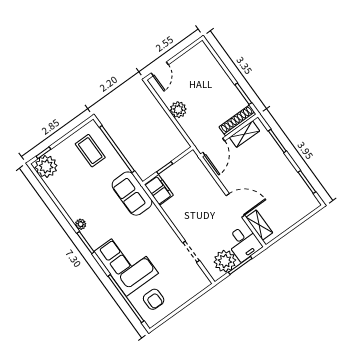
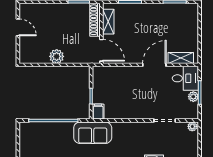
door: (160, 69) -> (18, 27), moved
coffee table: (90, 151) -> (41, 140), removed
filing cabinet: (159, 190) -> (98, 112), width x0.50
plant: (225, 261) -> (193, 97), width x0.53, depth x0.53
plant: (204, 281) -> (192, 126), added

